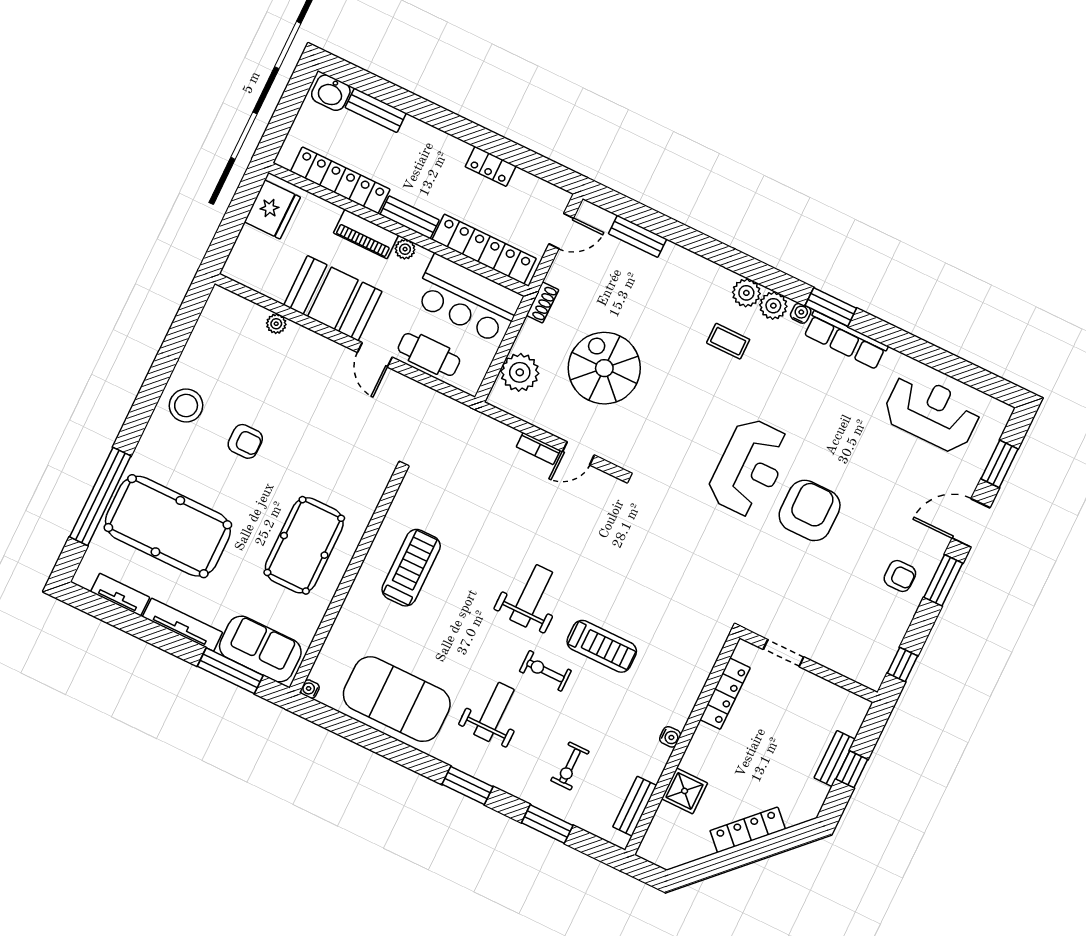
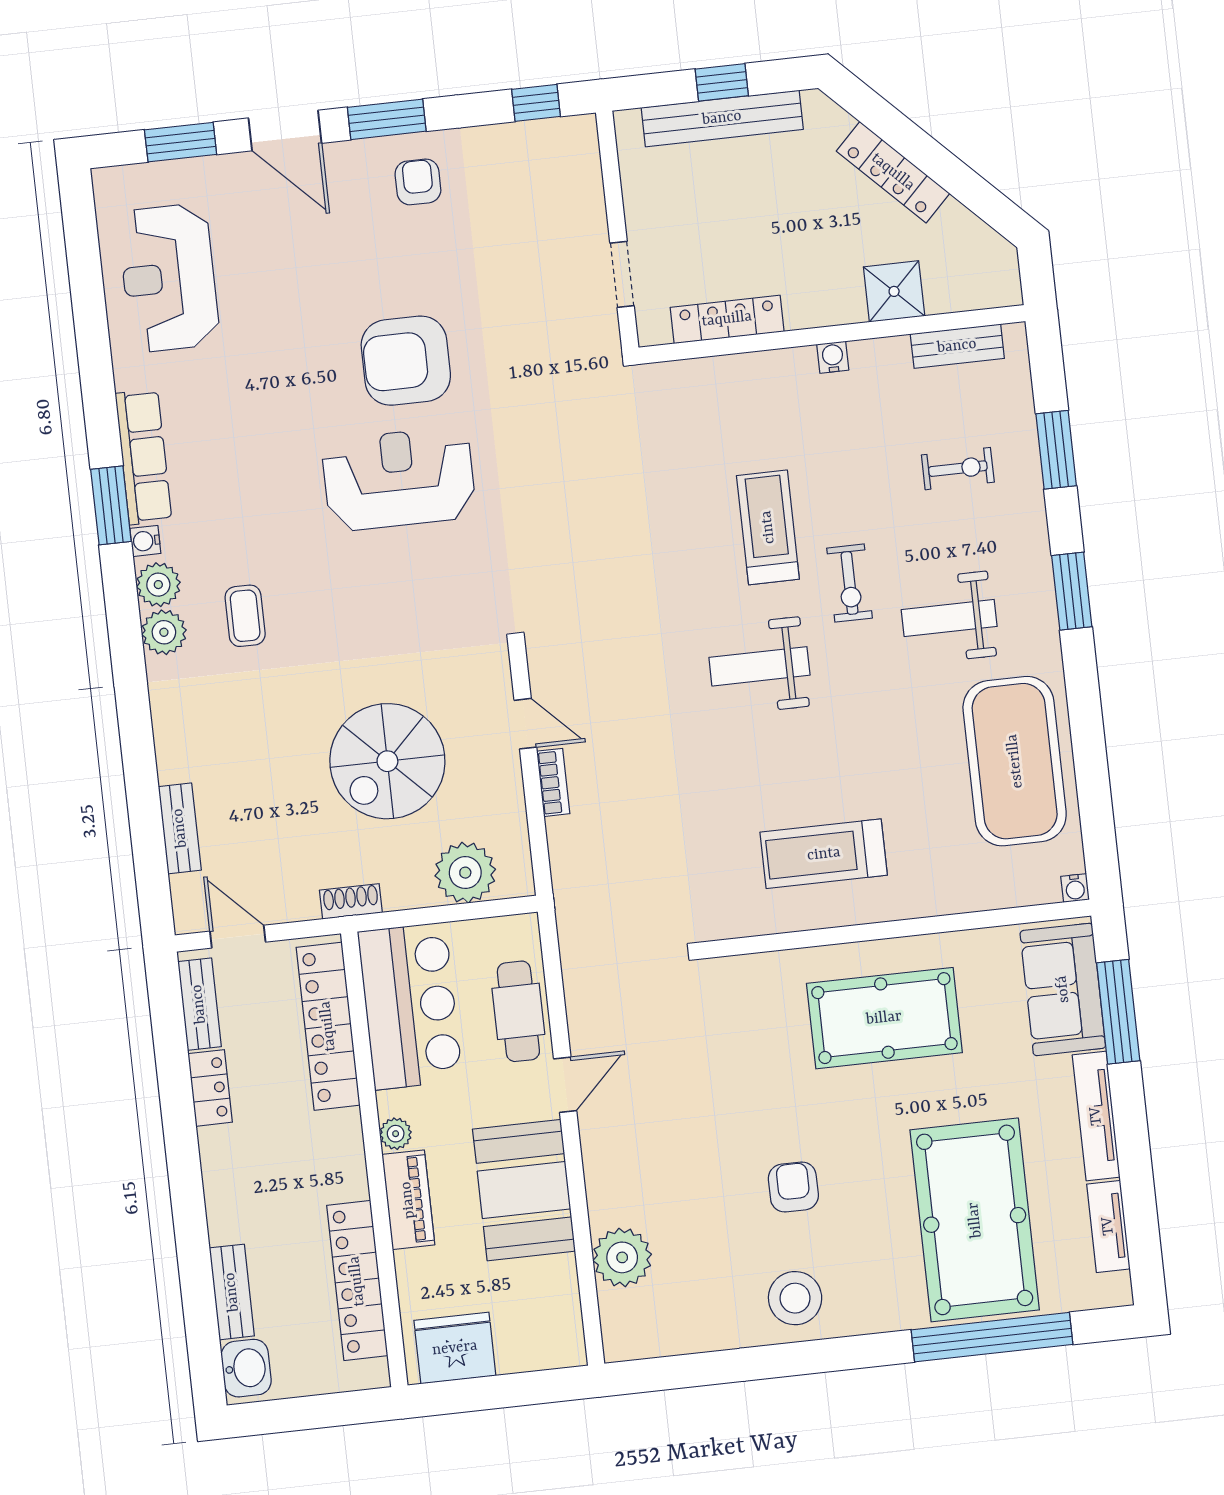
bench: (410, 217) -> (199, 1004), moved
plant: (276, 324) -> (622, 1257), width x1.88, depth x1.88
bench: (835, 759) -> (722, 118), width x1.86, depth x1.21

